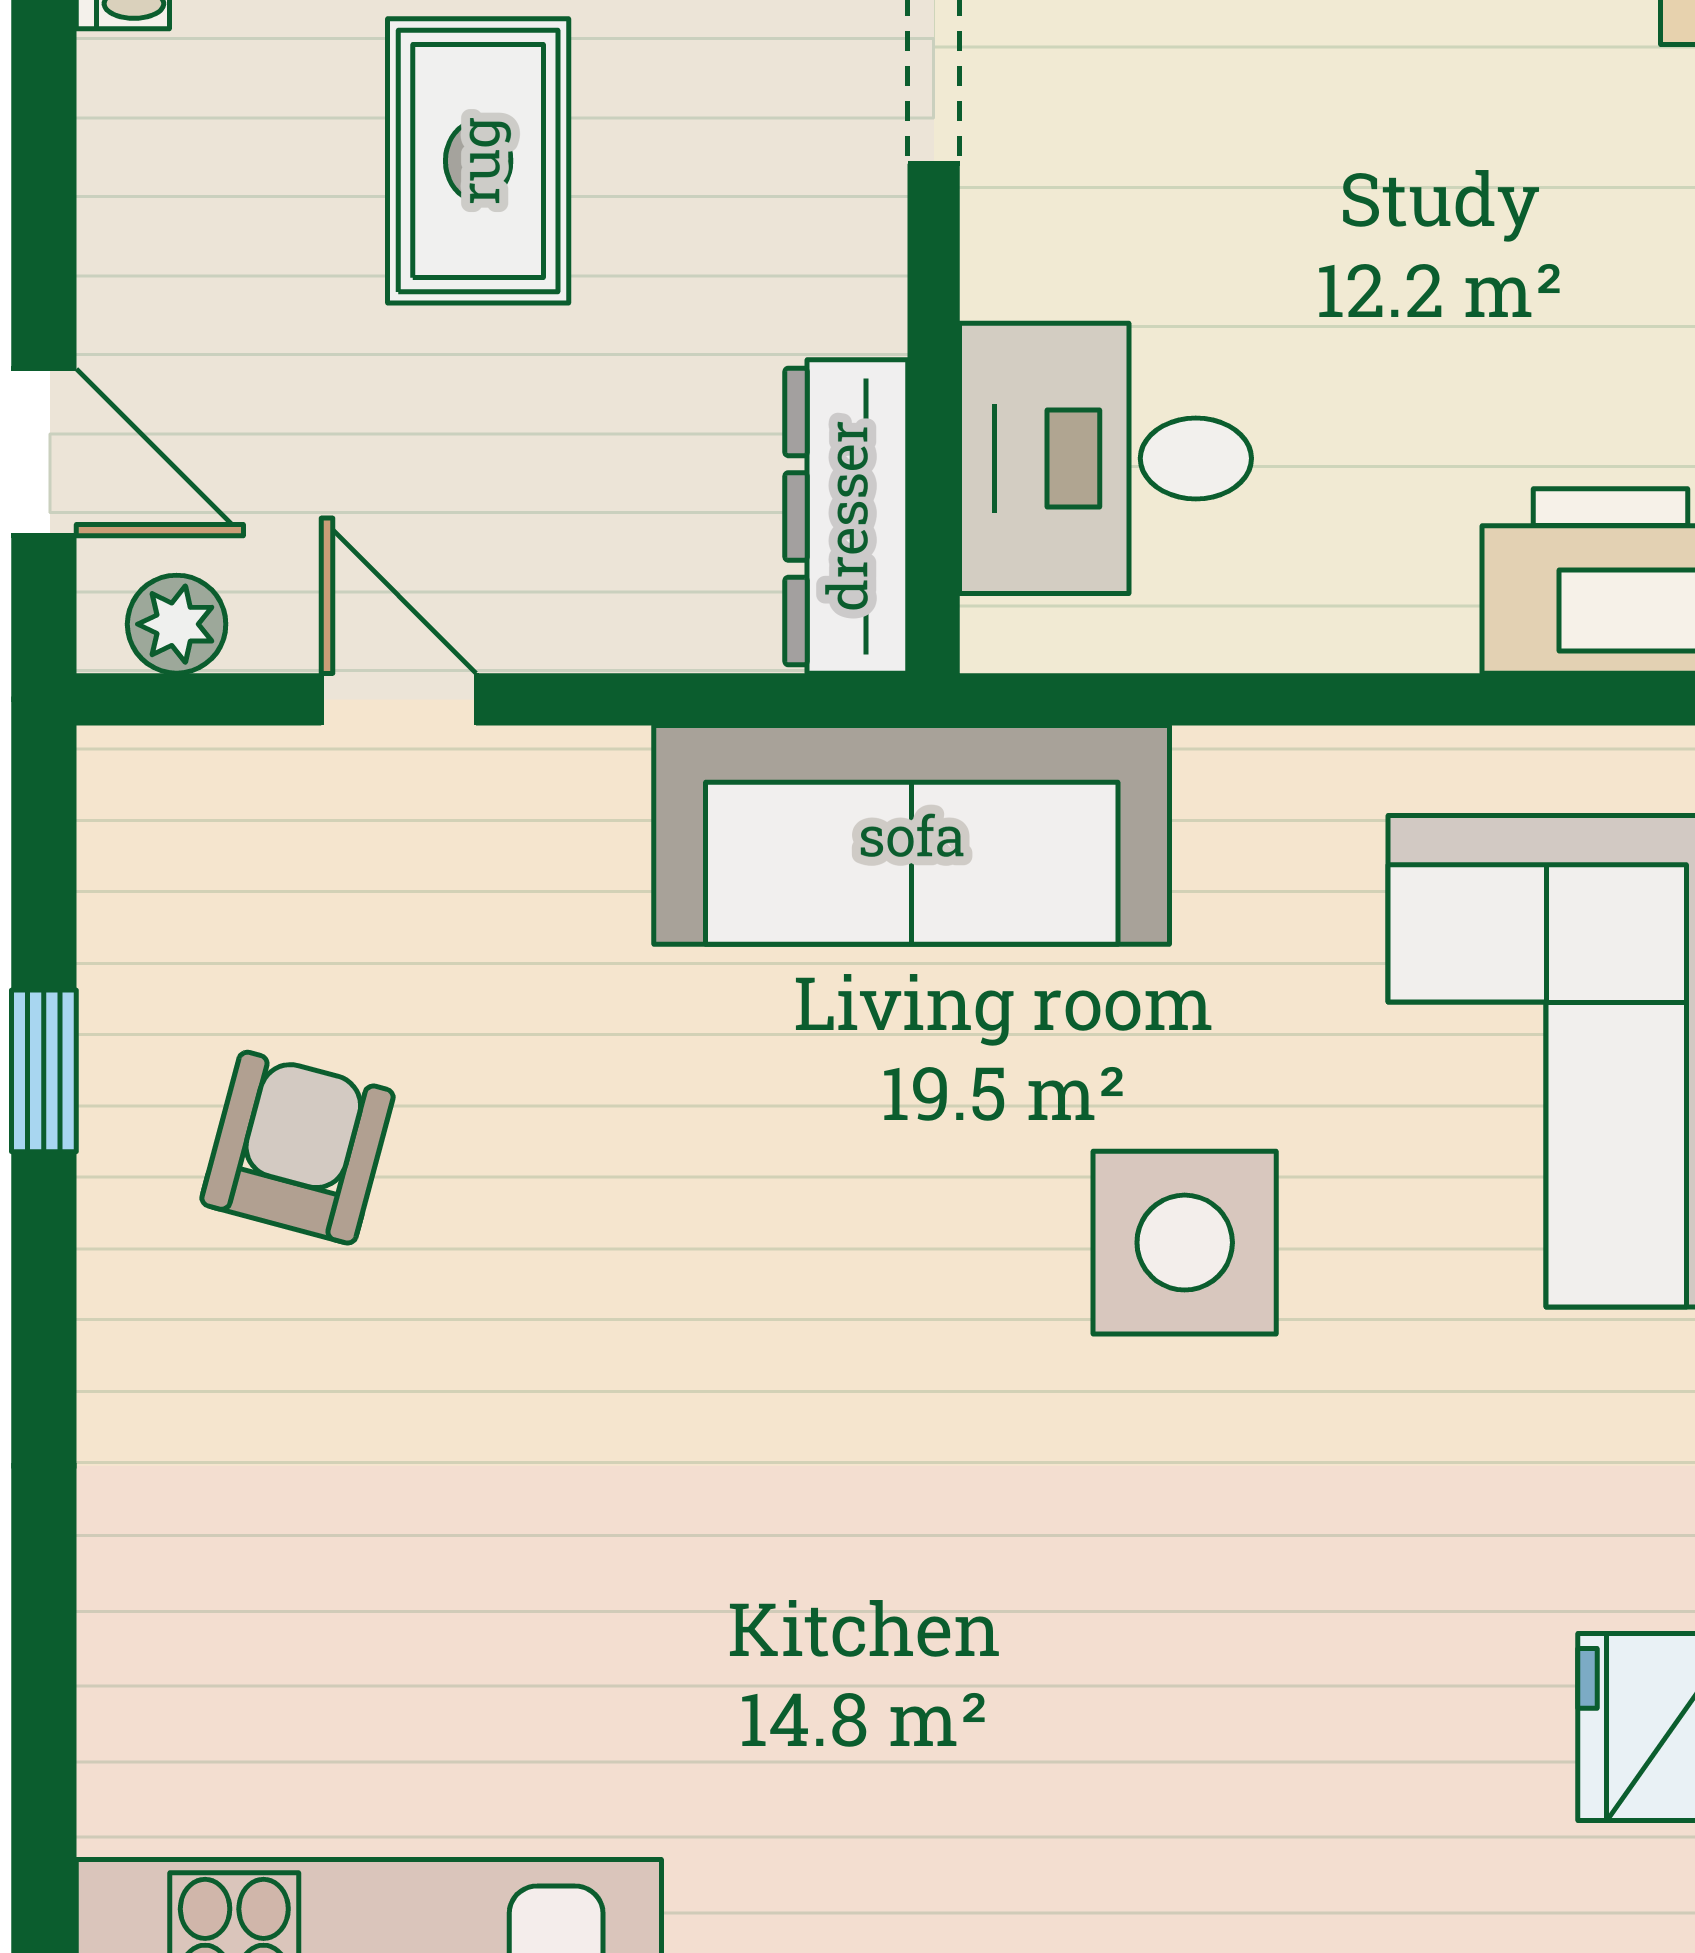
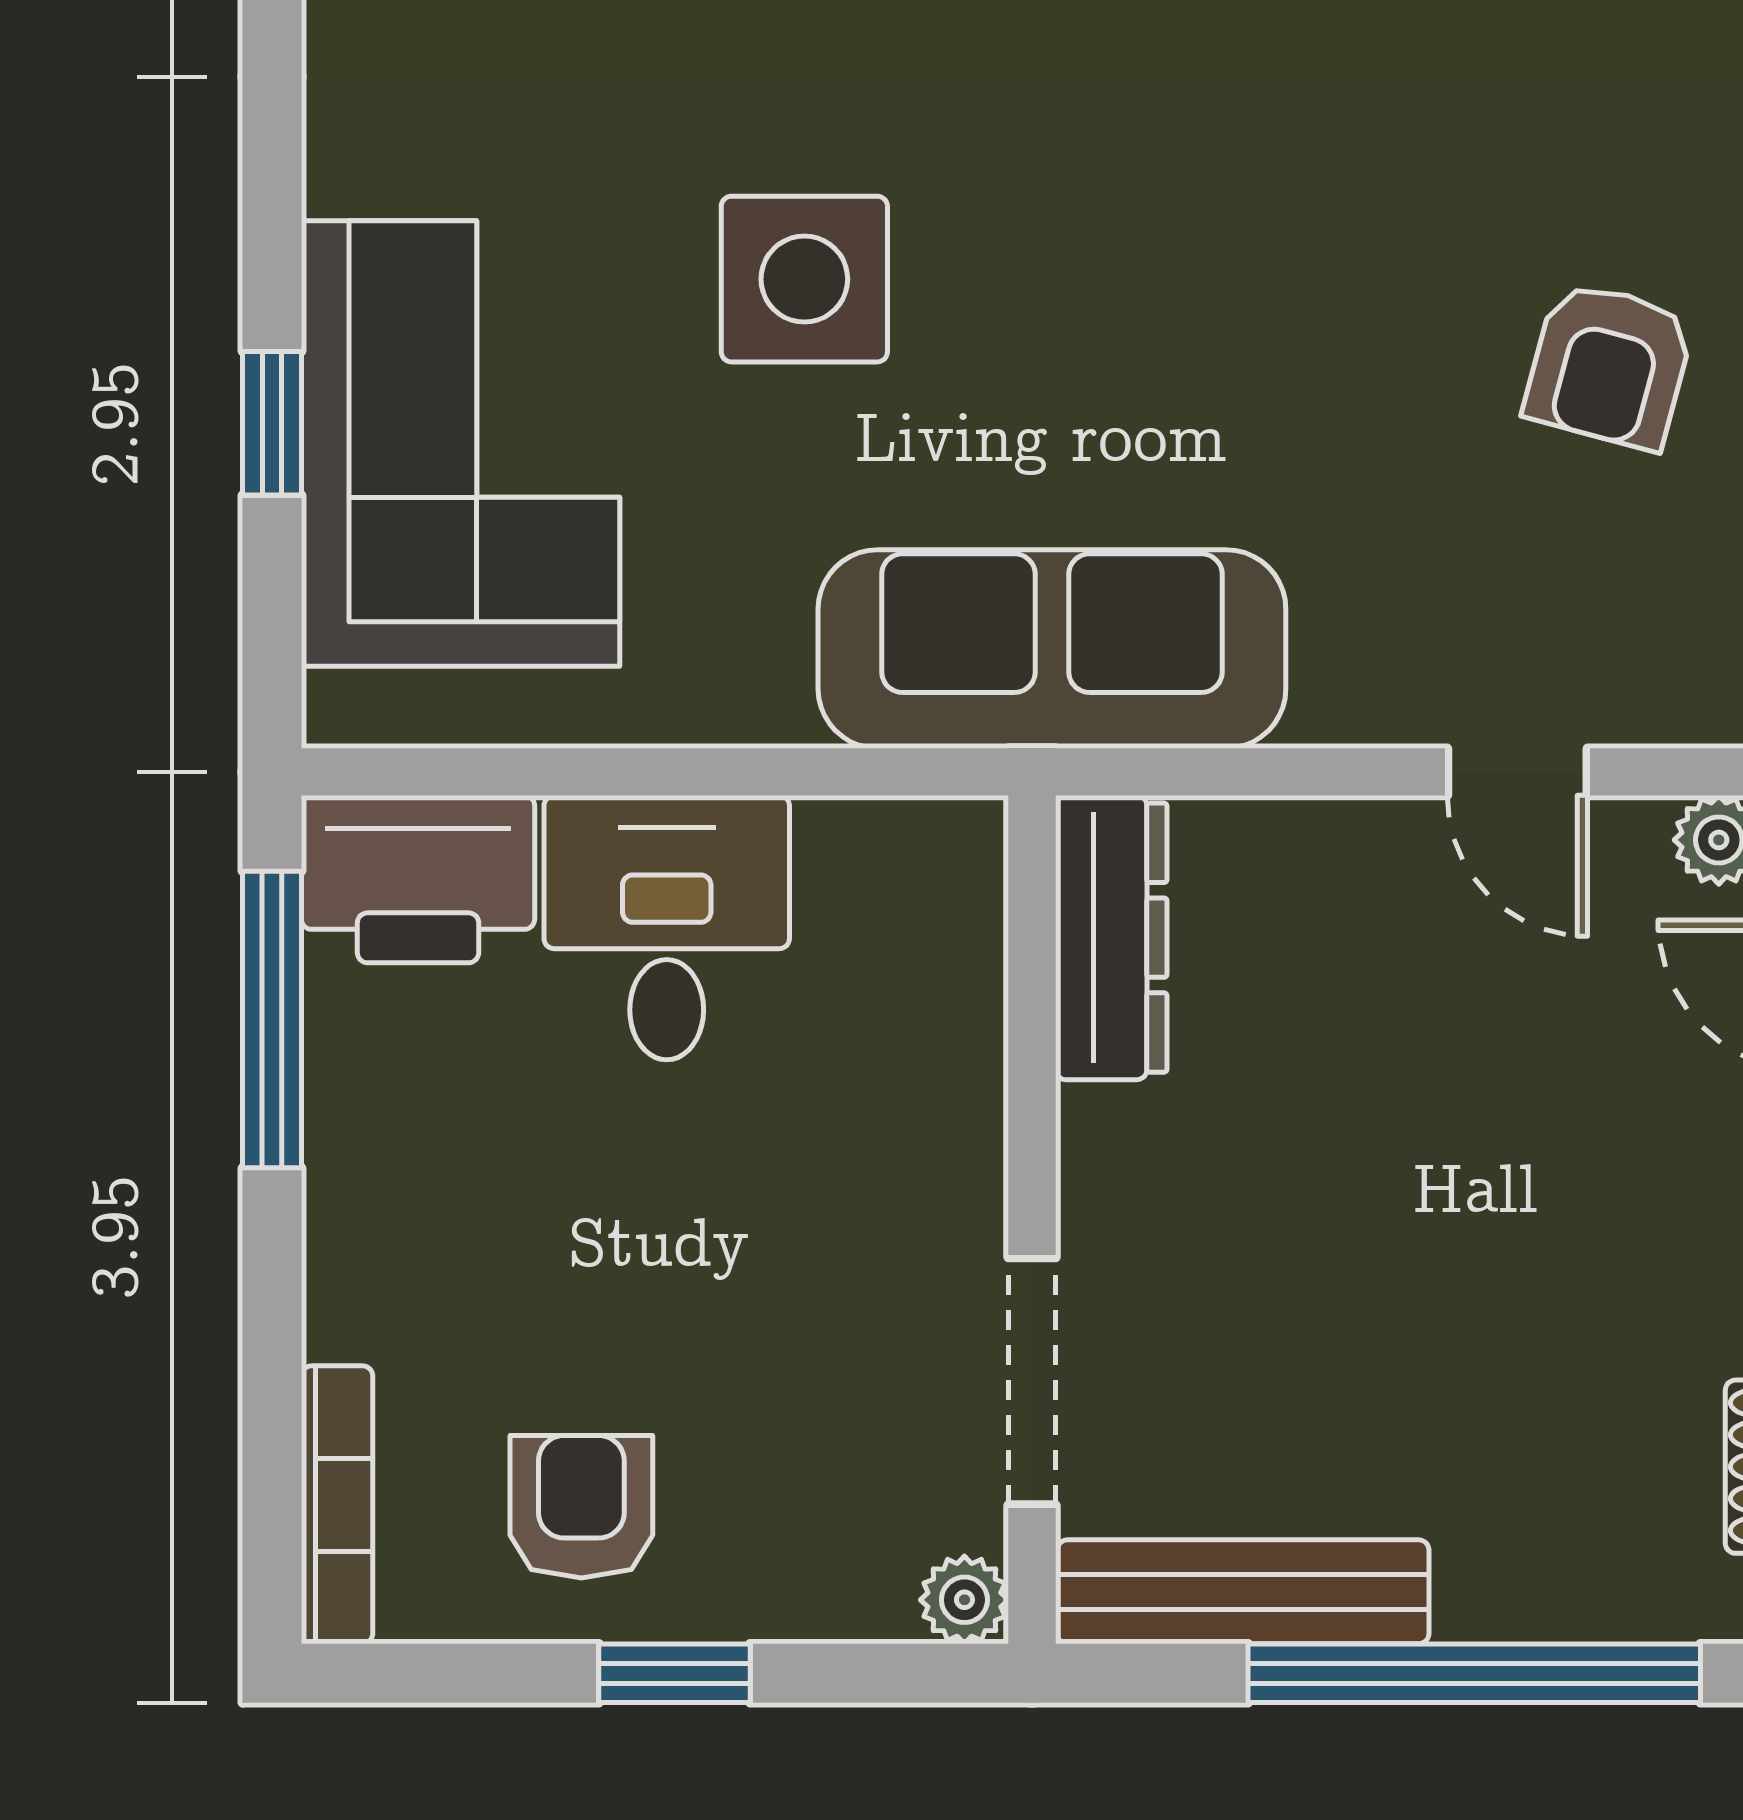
rug: (478, 161) -> (1445, 1260), removed
desk: (1105, 458) -> (667, 928), moved, turned -90

